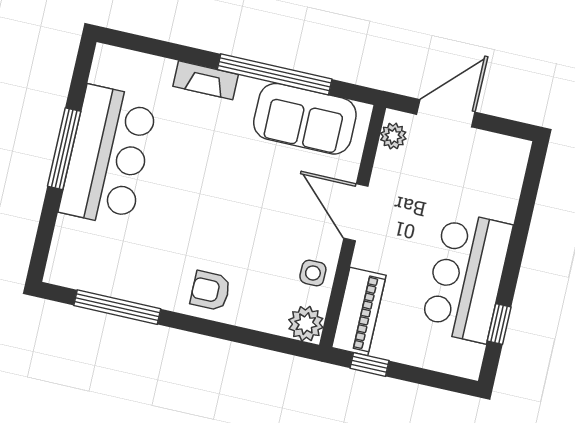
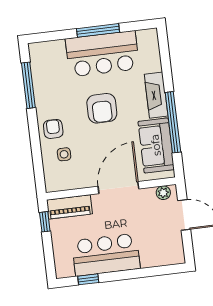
fireplace: (206, 80) -> (156, 95), width x1.37, depth x1.32
armchair: (205, 191) -> (102, 108), added
door: (356, 212) -> (118, 188), width x1.36
side table: (313, 273) -> (64, 154), moved
plant: (306, 324) -> (54, 183), removed

